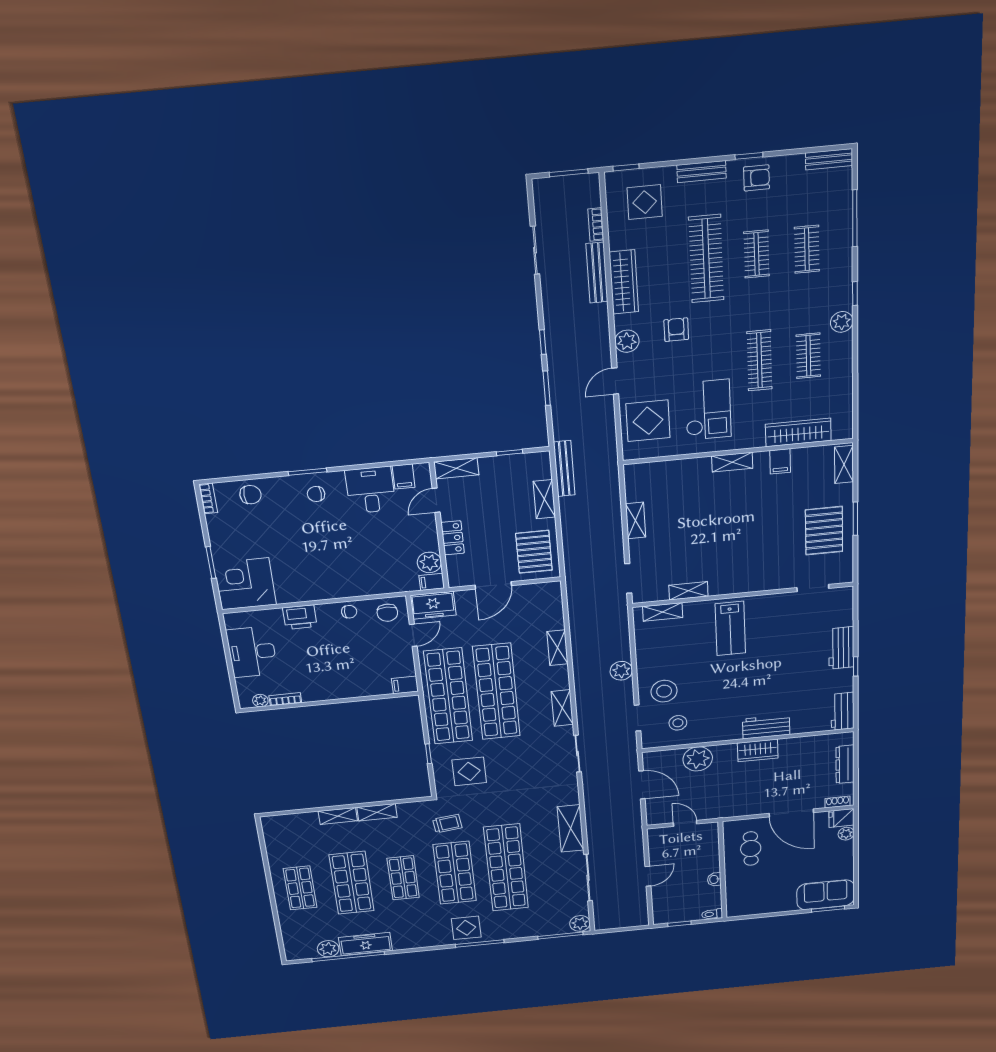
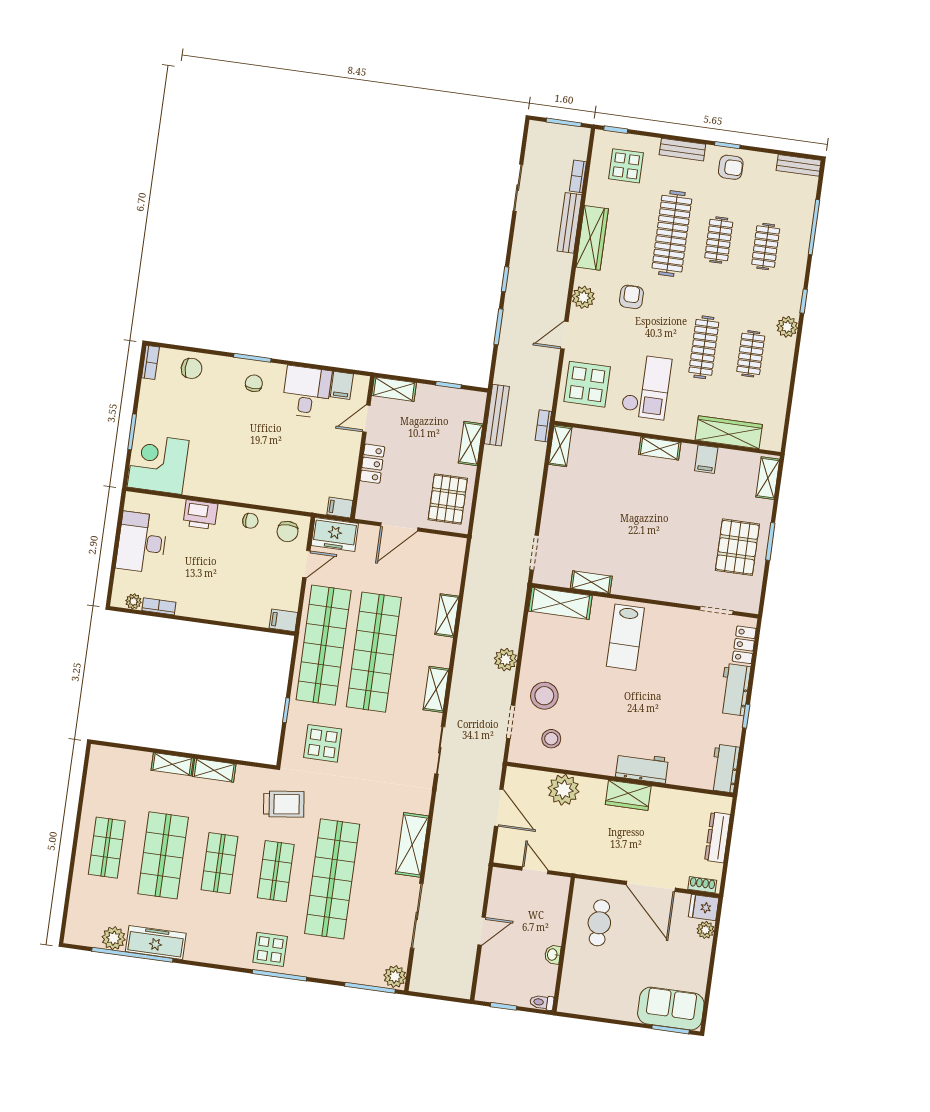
bookcase: (613, 468) -> (543, 426), added
chair: (316, 494) -> (254, 383), turned 90
shelving: (636, 520) -> (560, 446), moved
plant: (429, 562) -> (343, 485), removed
locker: (844, 610) -> (744, 645), added
shelving: (663, 612) -> (560, 603), width x1.50, depth x1.33
trolley: (447, 824) -> (284, 804), width x1.36, depth x1.39
shop shelf: (455, 873) -> (276, 871), width x0.70, depth x0.74

